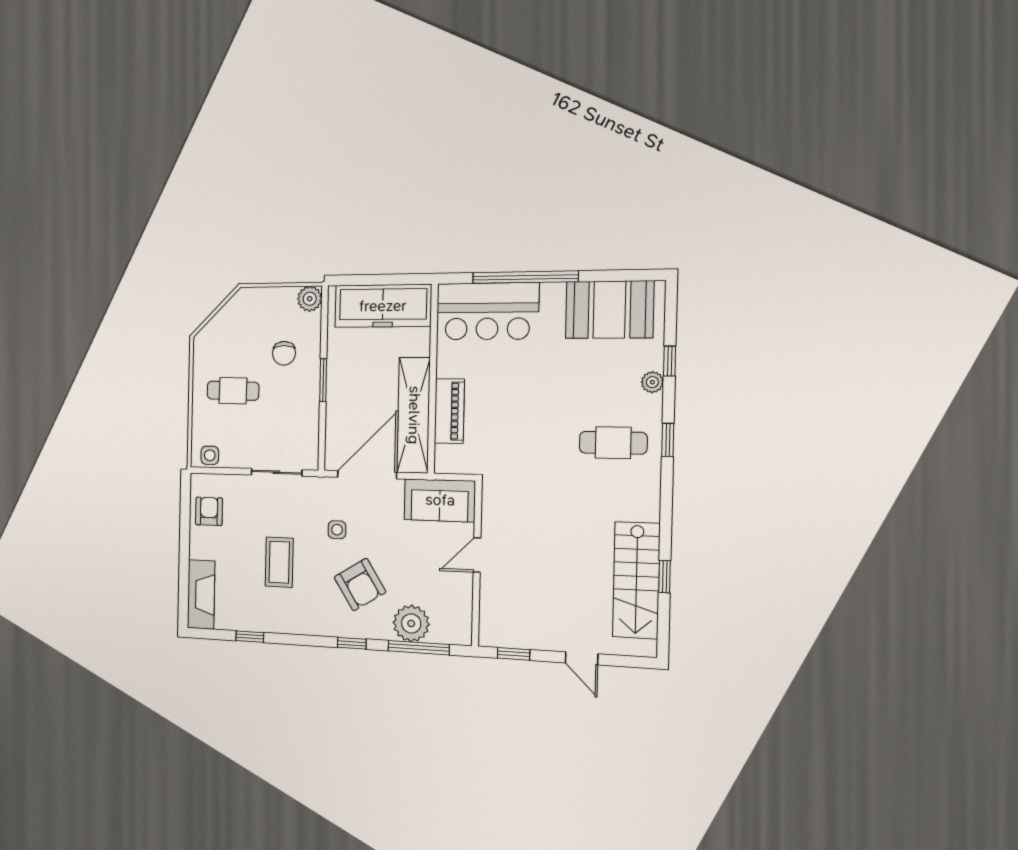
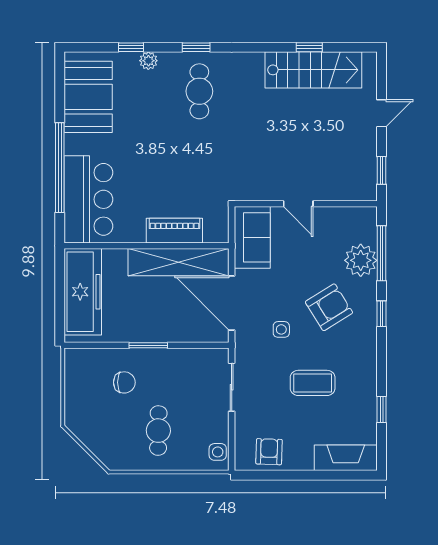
plant: (310, 299) -> (76, 359), removed
armchair: (209, 511) -> (269, 452), turned 92

